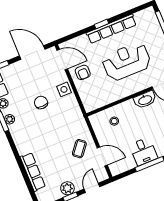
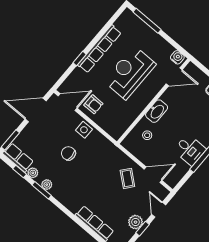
window: (102, 24) -> (80, 59), moved
washbasin: (145, 100) -> (157, 111), moved

